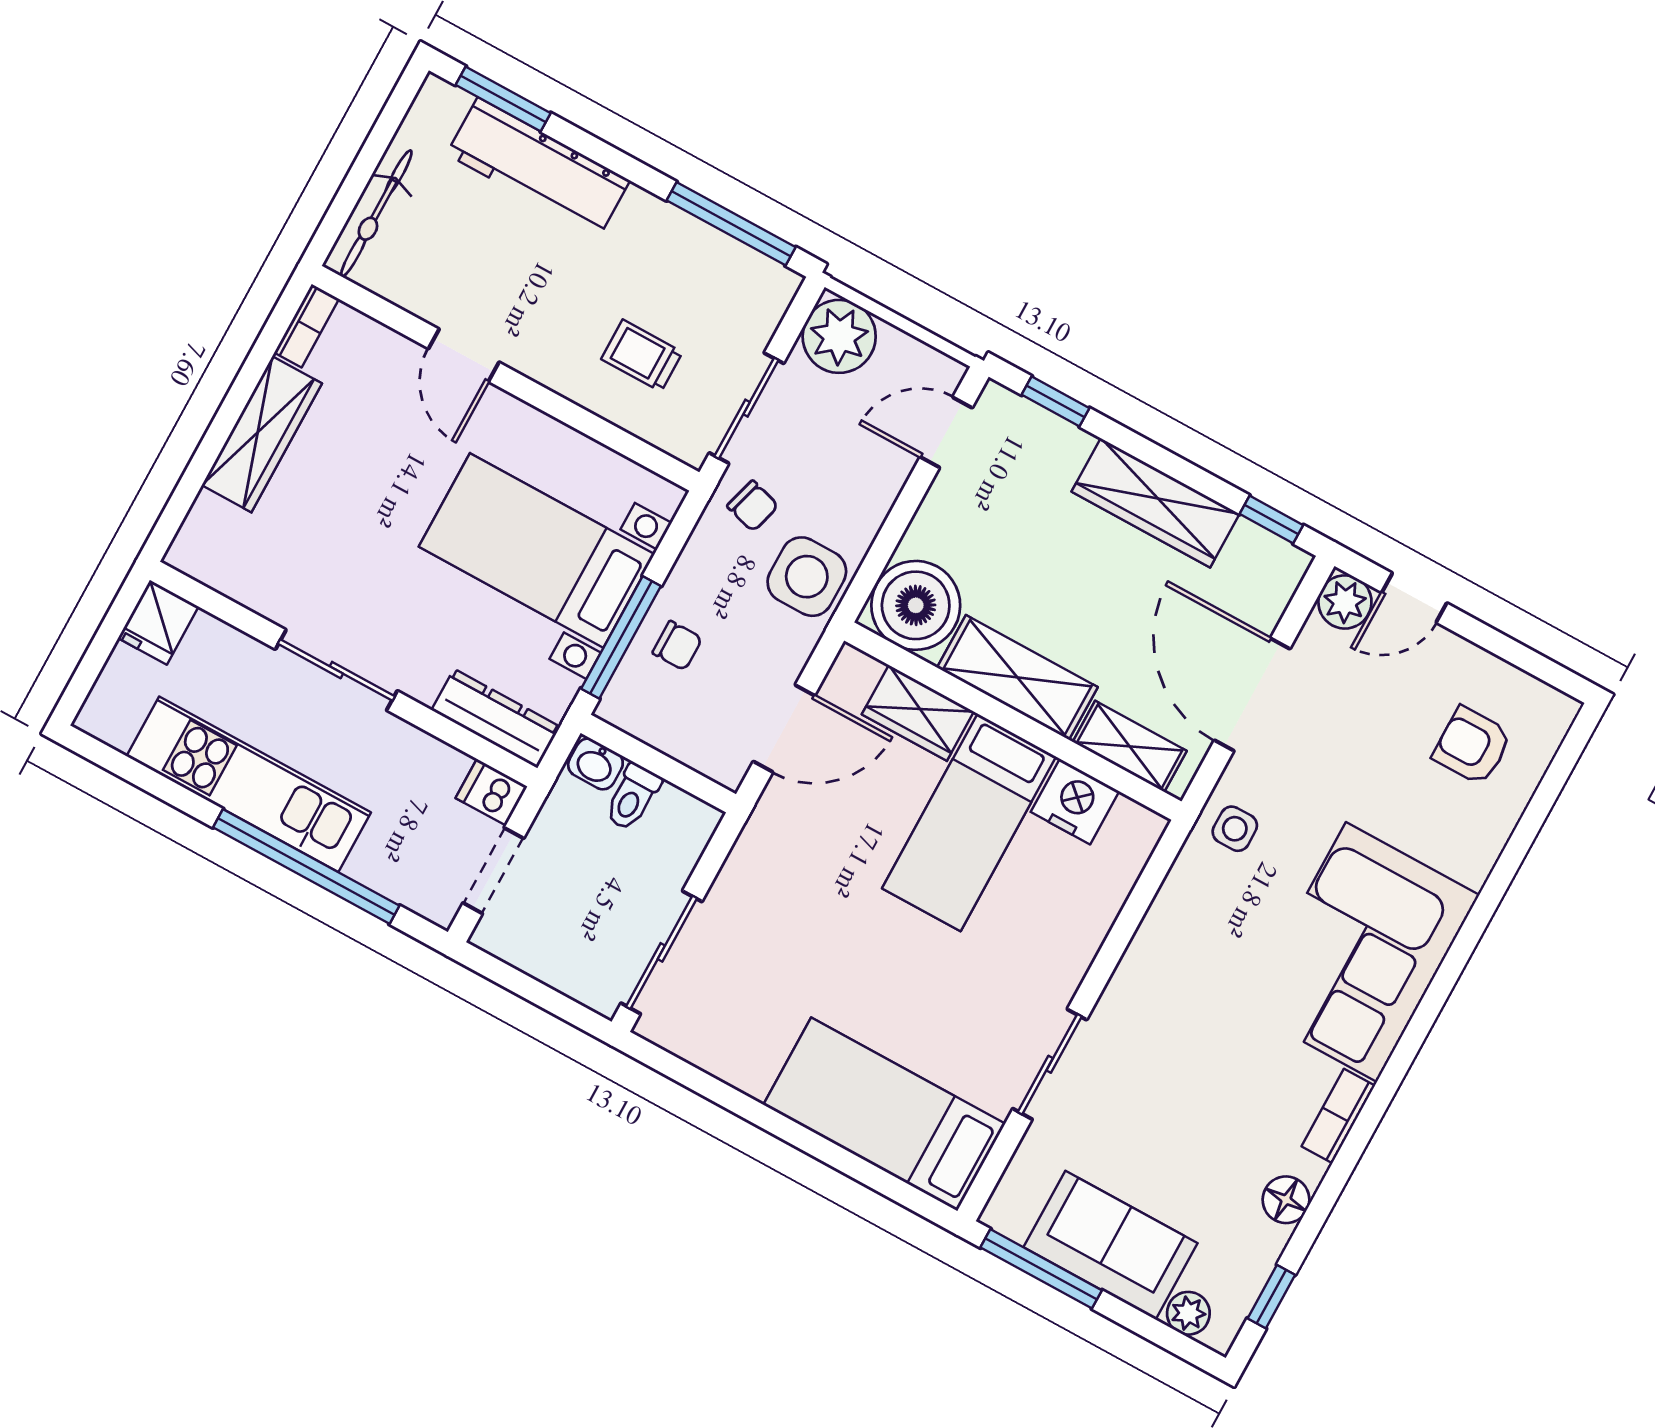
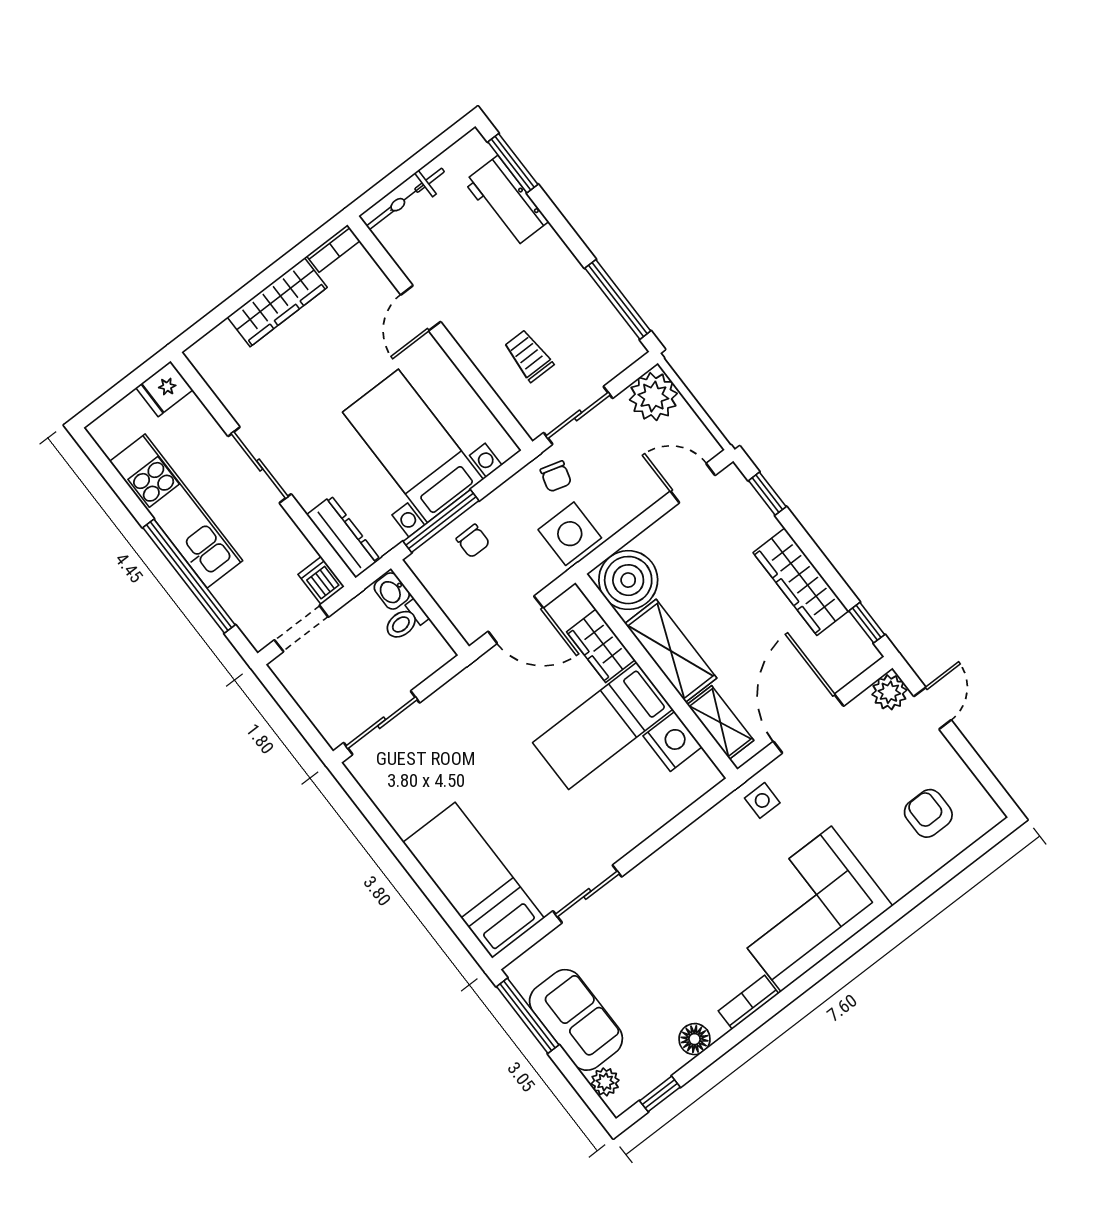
workbench: (538, 167) -> (506, 201), width x0.73
door: (1414, 598) -> (933, 708), swing flipped

